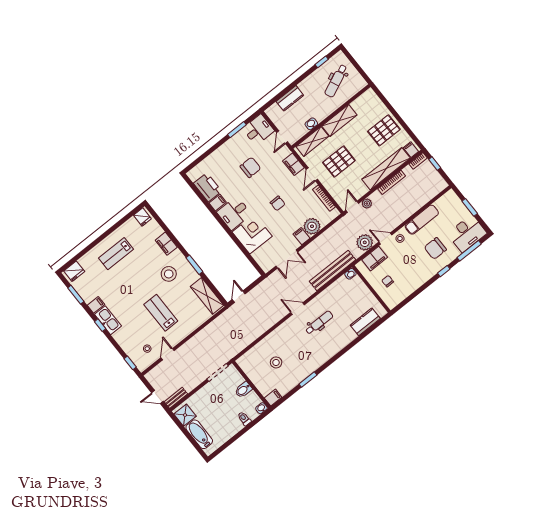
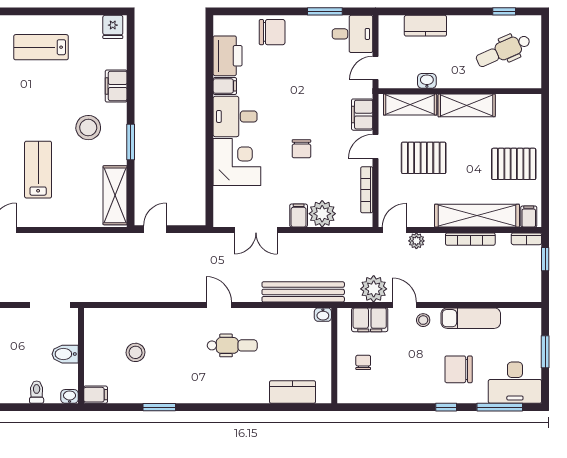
chair: (250, 167) -> (272, 32), moved

